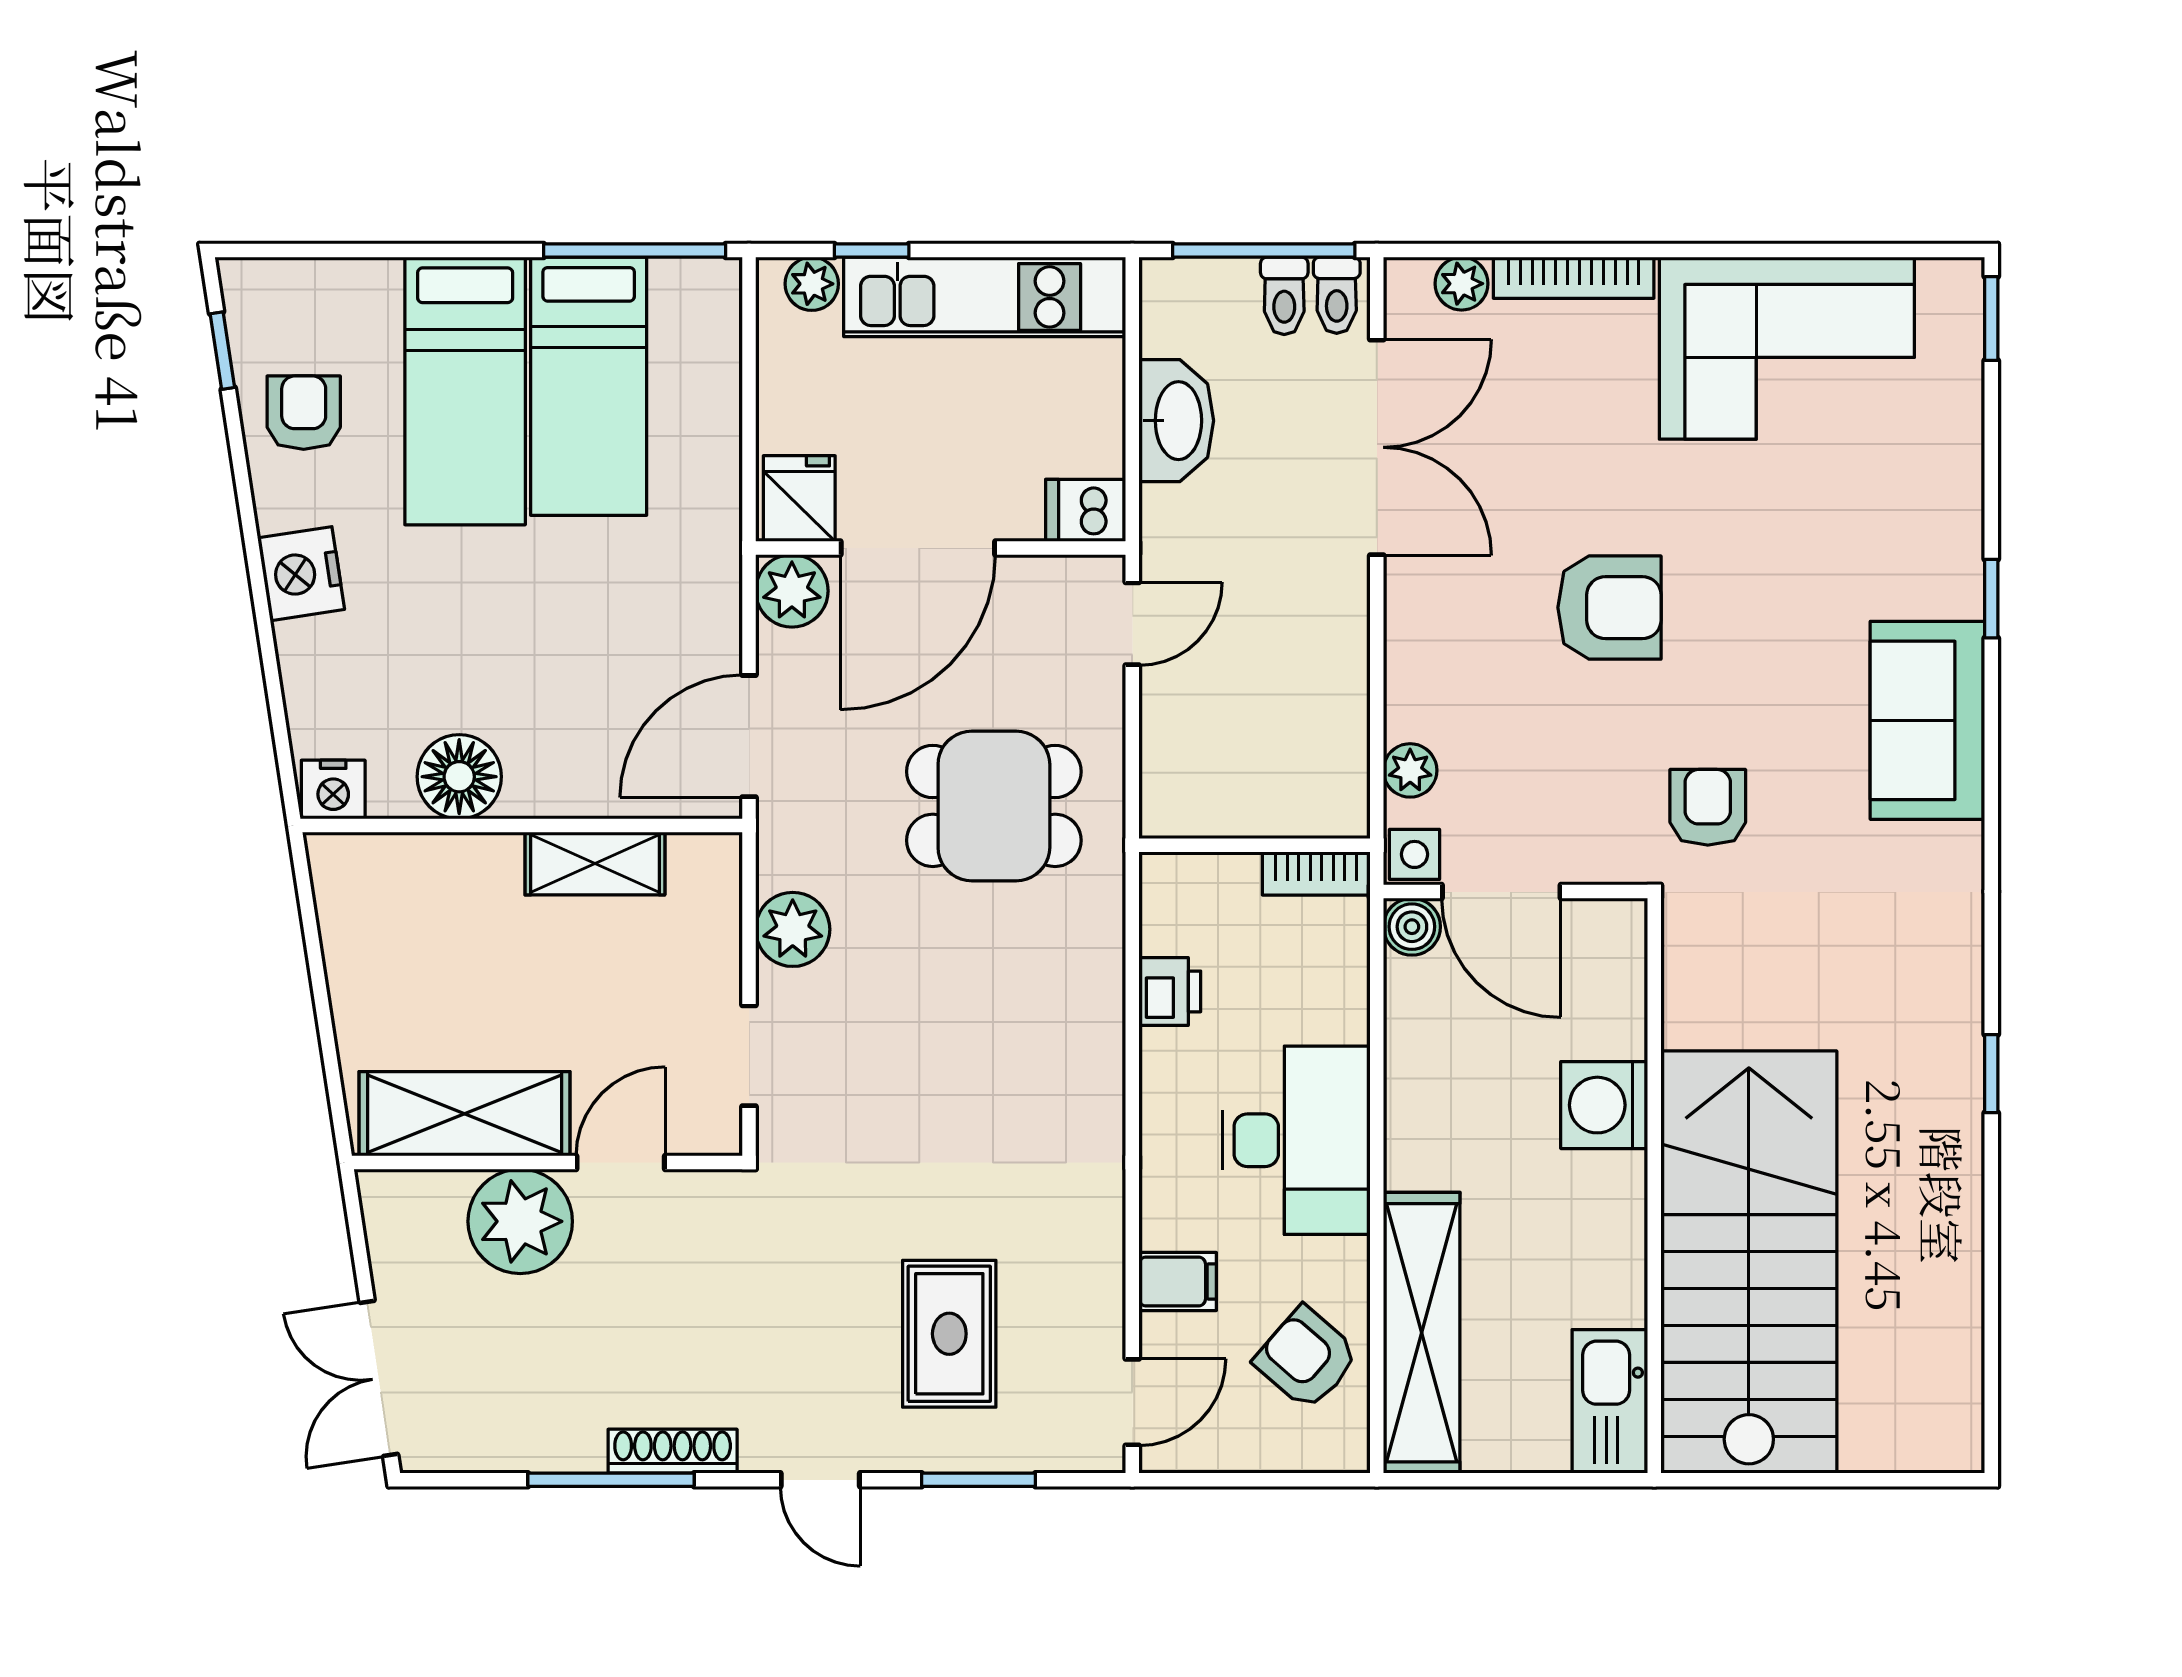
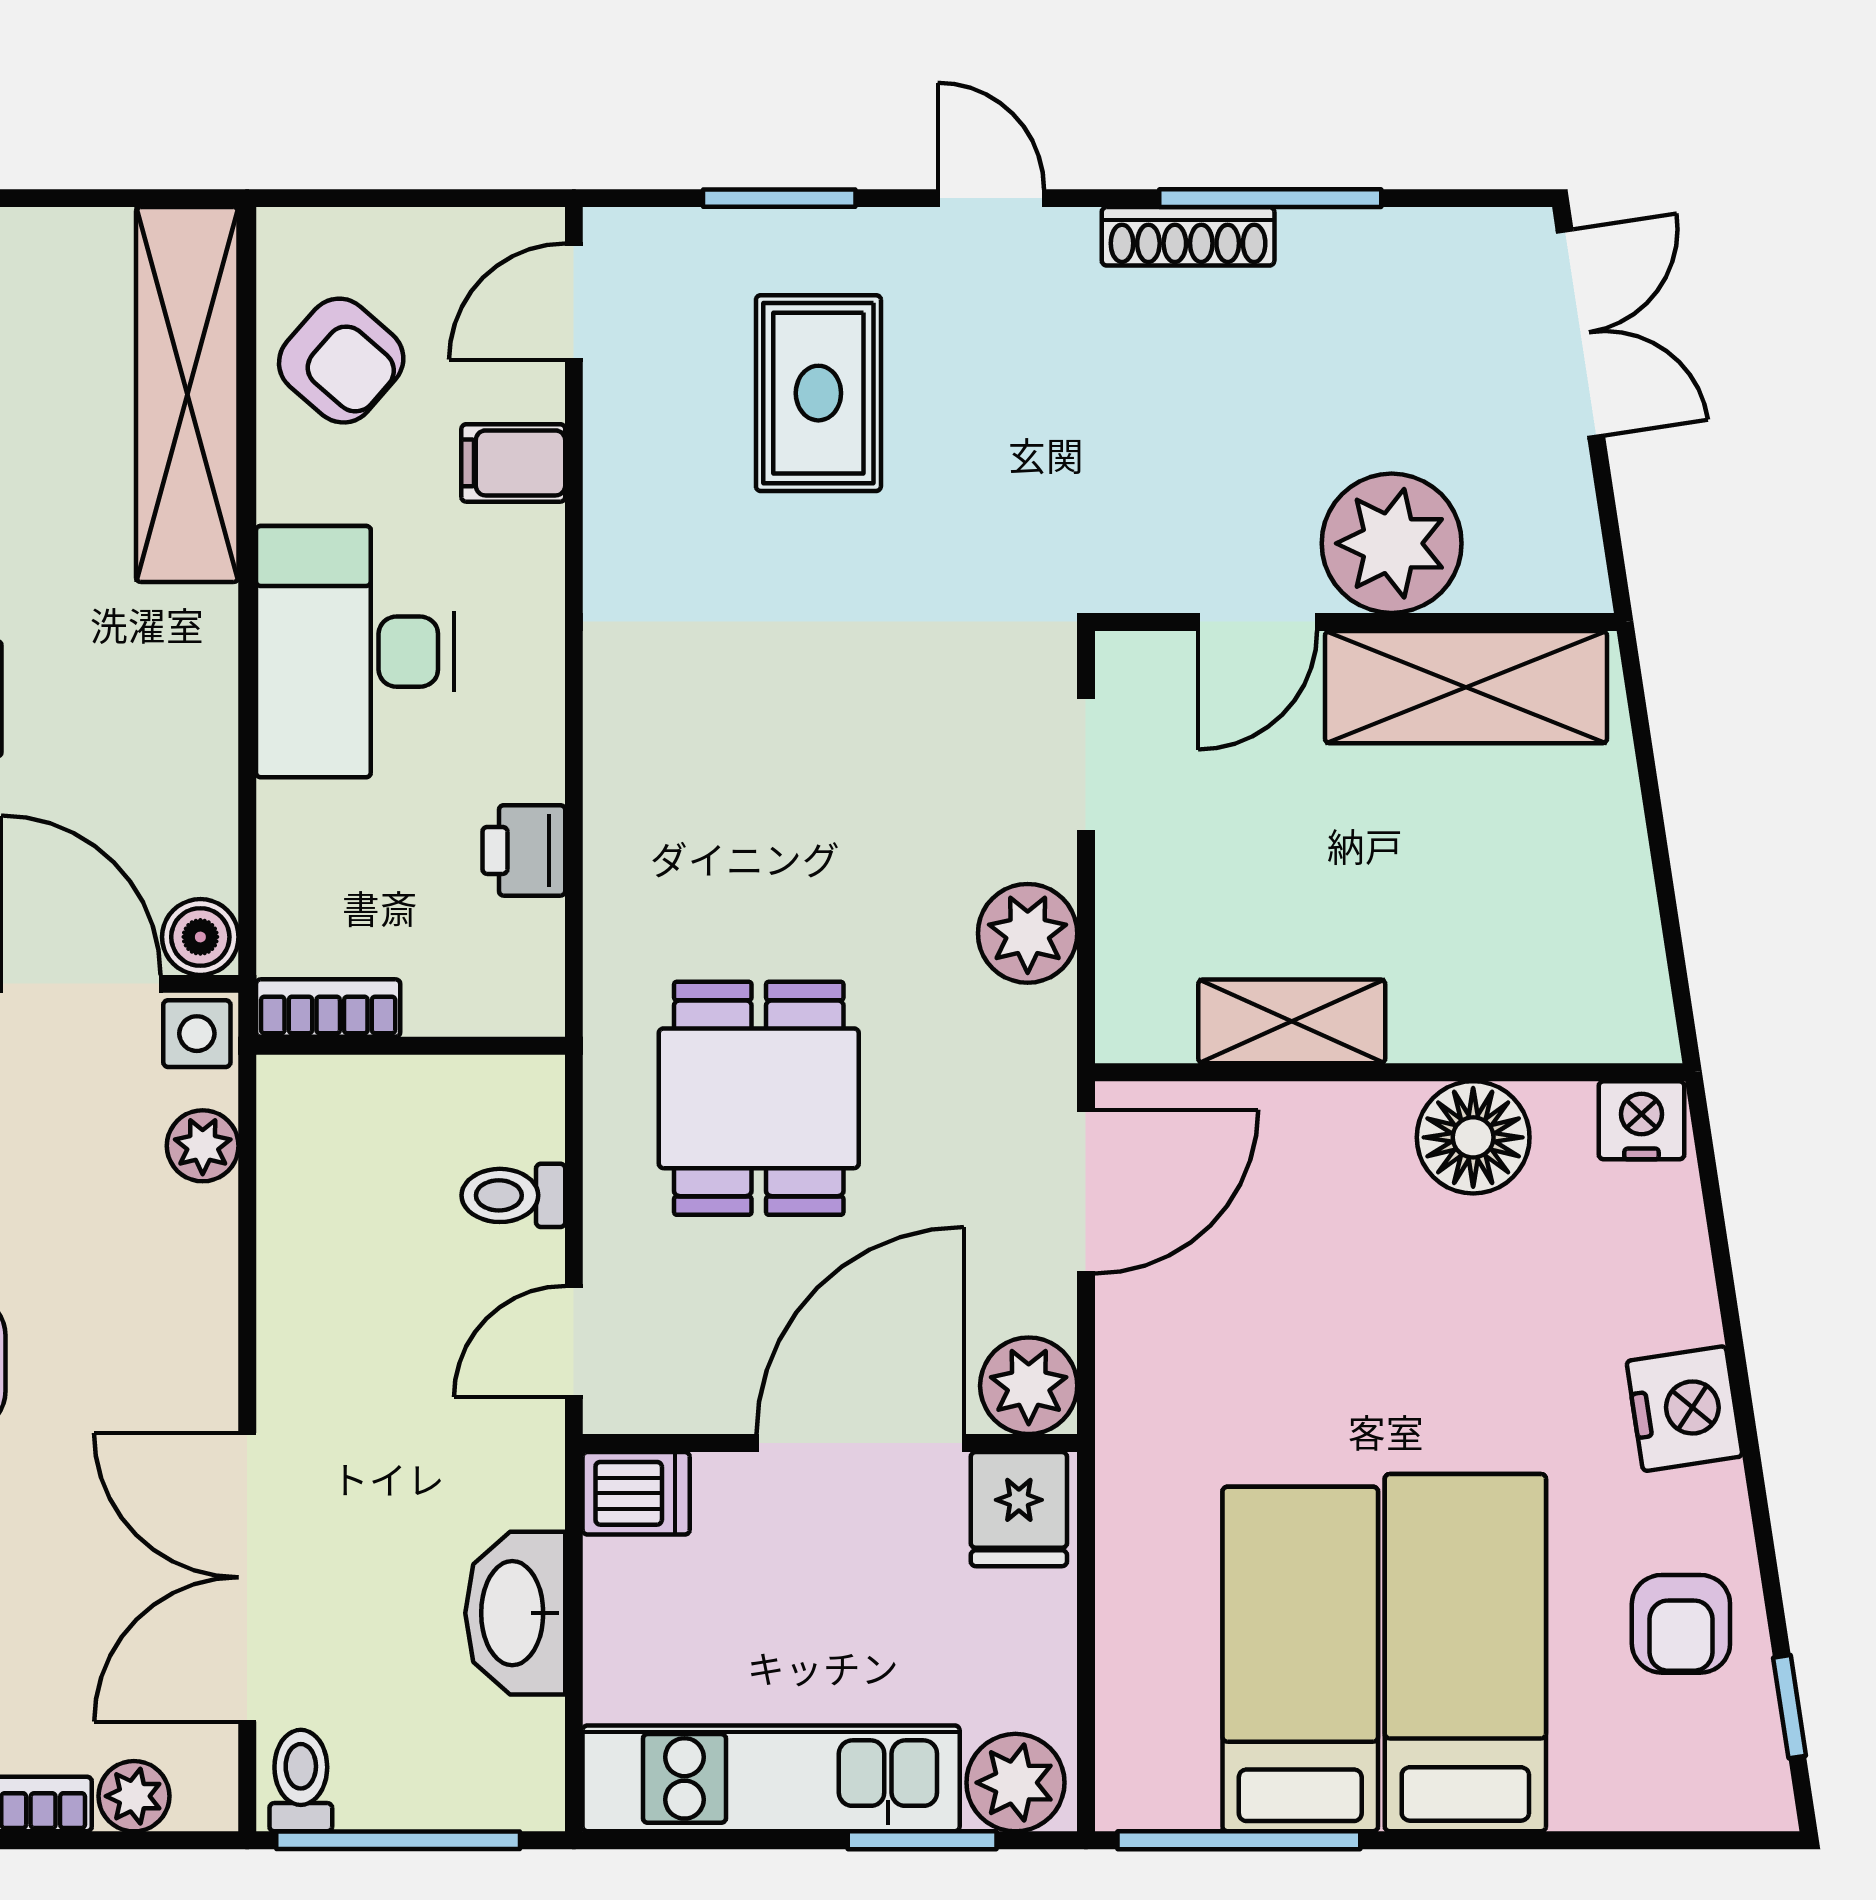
window: (872, 251) -> (922, 1840), width x1.50
plant: (812, 284) -> (1015, 1783), width x1.38, depth x1.38
toilet: (1284, 296) -> (513, 1195), moved, turned -90
dining table: (994, 806) -> (759, 1098), turned 90

